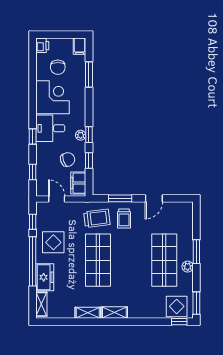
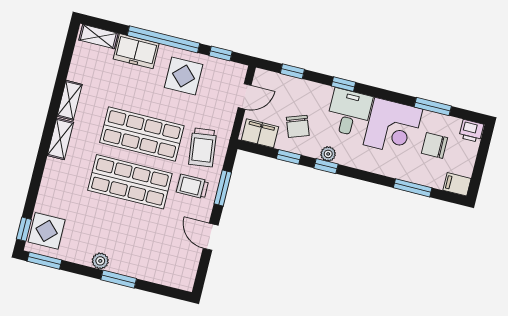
window: (33, 75) -> (433, 106), added
shop shelf: (164, 260) -> (130, 182), moved

